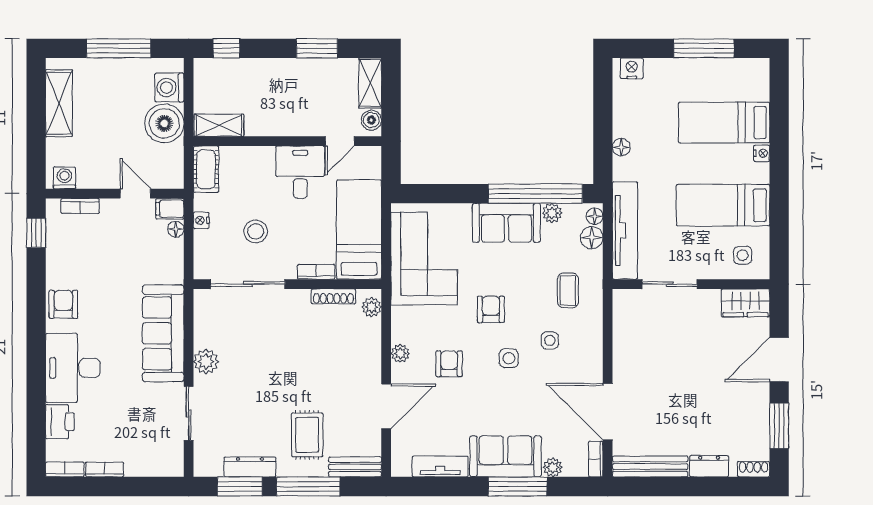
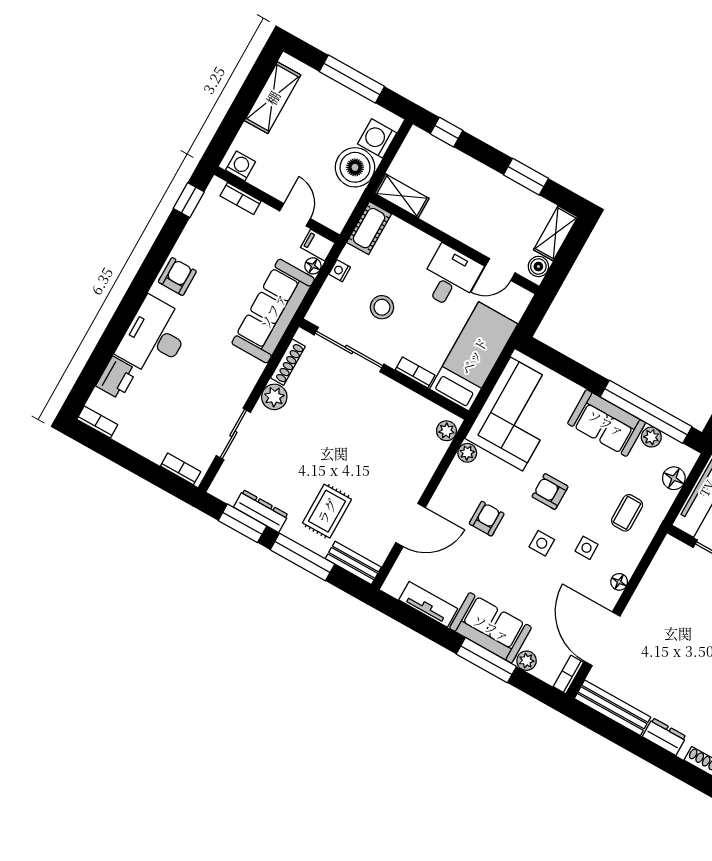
floor lamp: (595, 216) -> (619, 582), moved
shoe rack: (333, 296) -> (288, 362), moved, turned -90
armchair: (491, 309) -> (550, 492), turned -90
sofa: (163, 333) -> (273, 311), moved
plant: (400, 353) -> (467, 453), moved
bookcase: (105, 469) -> (181, 469), moved

